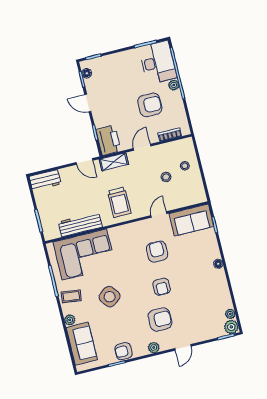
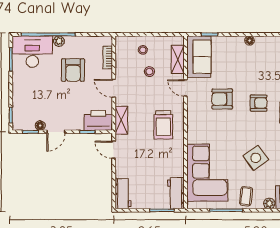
floor lamp: (87, 73) -> (40, 126), moved
armchair: (150, 105) -> (73, 70), turned 180
door: (84, 161) -> (114, 150), swing flipped
shelving: (184, 201) -> (178, 59), added
trolley: (119, 202) -> (163, 125), turned 90
workbench: (80, 224) -> (176, 193), moved, width x0.73

